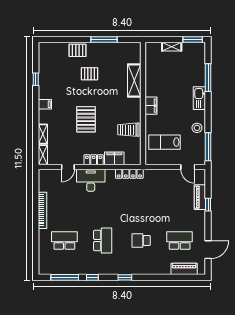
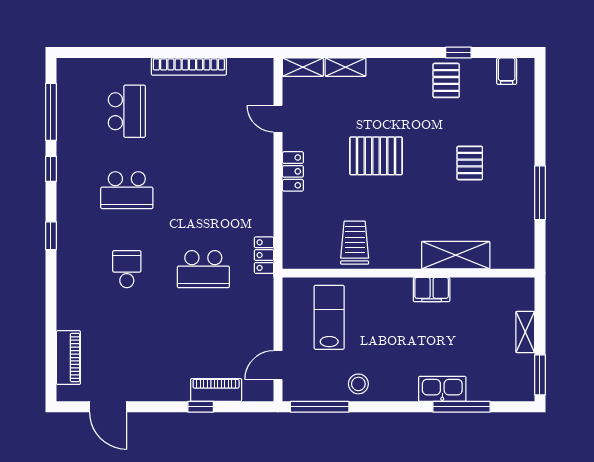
pallet: (78, 50) -> (446, 80), moved
kitchen sink: (199, 98) -> (442, 389), moved
filing cabinet: (45, 104) -> (507, 71), moved
filing cabinet: (151, 106) -> (432, 290), moved
filing cabinet: (114, 158) -> (296, 214), removed
locker: (129, 174) -> (264, 255), width x0.66
desk: (91, 180) -> (251, 166), removed
school desk: (180, 240) -> (203, 269), moved, turned 90

